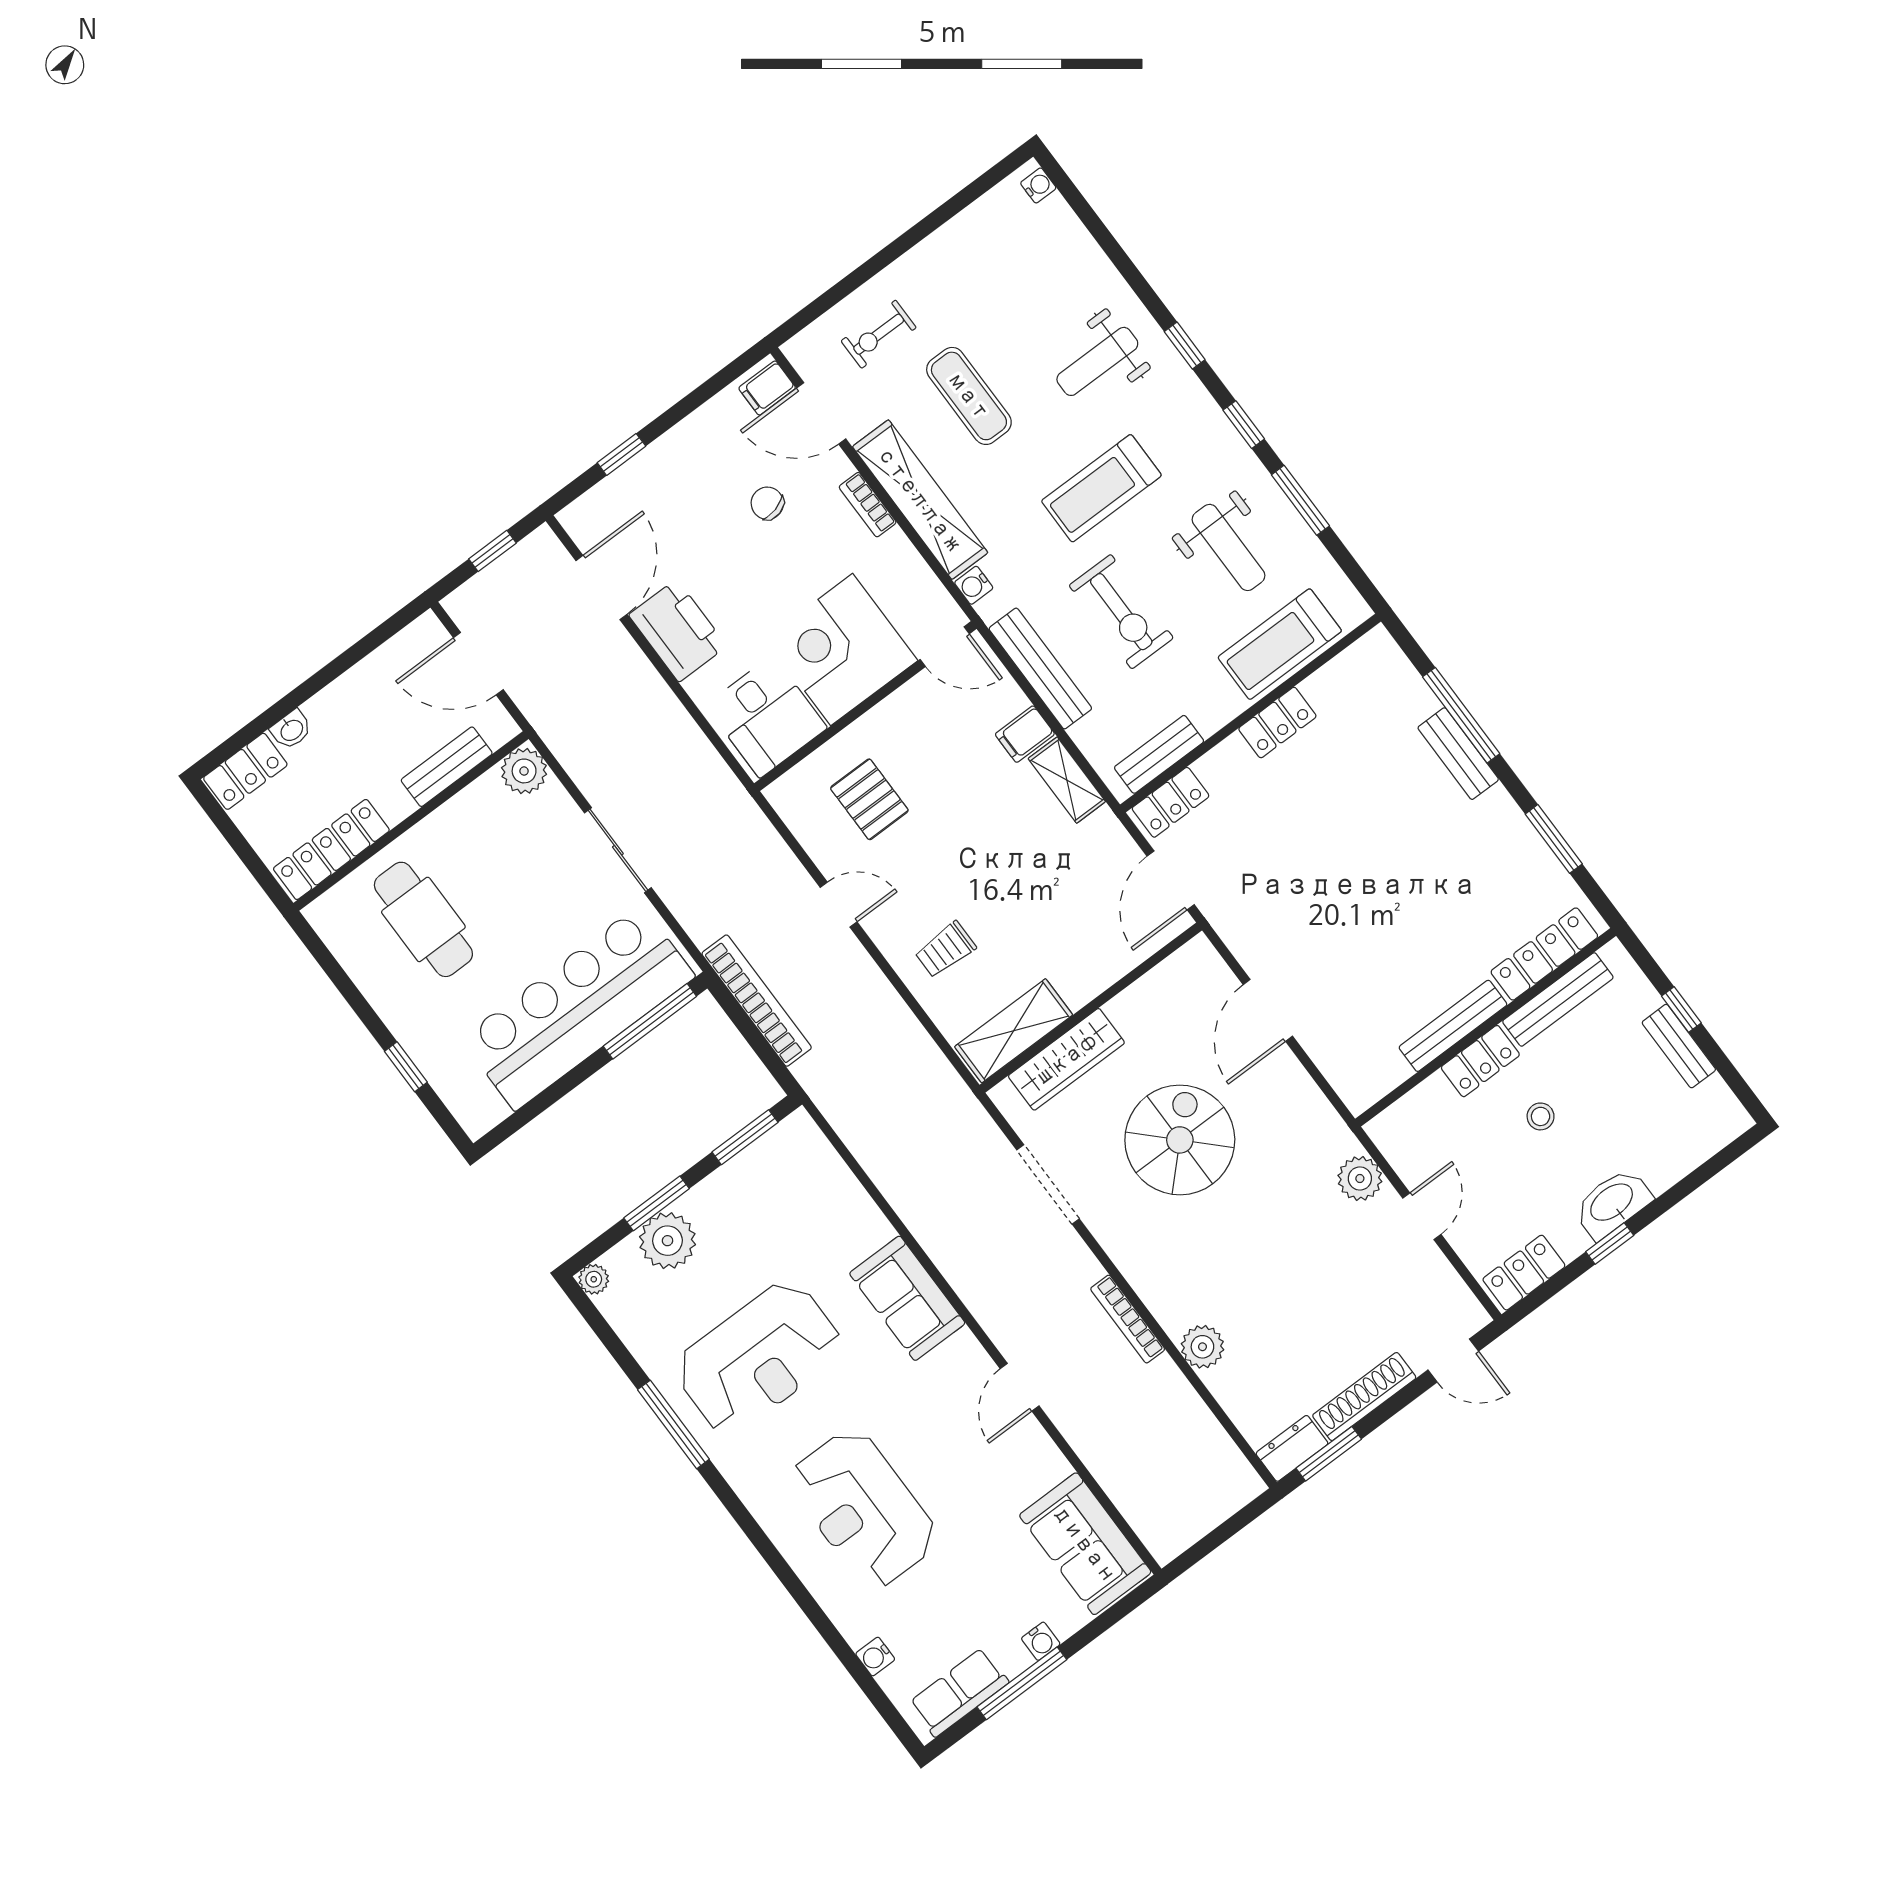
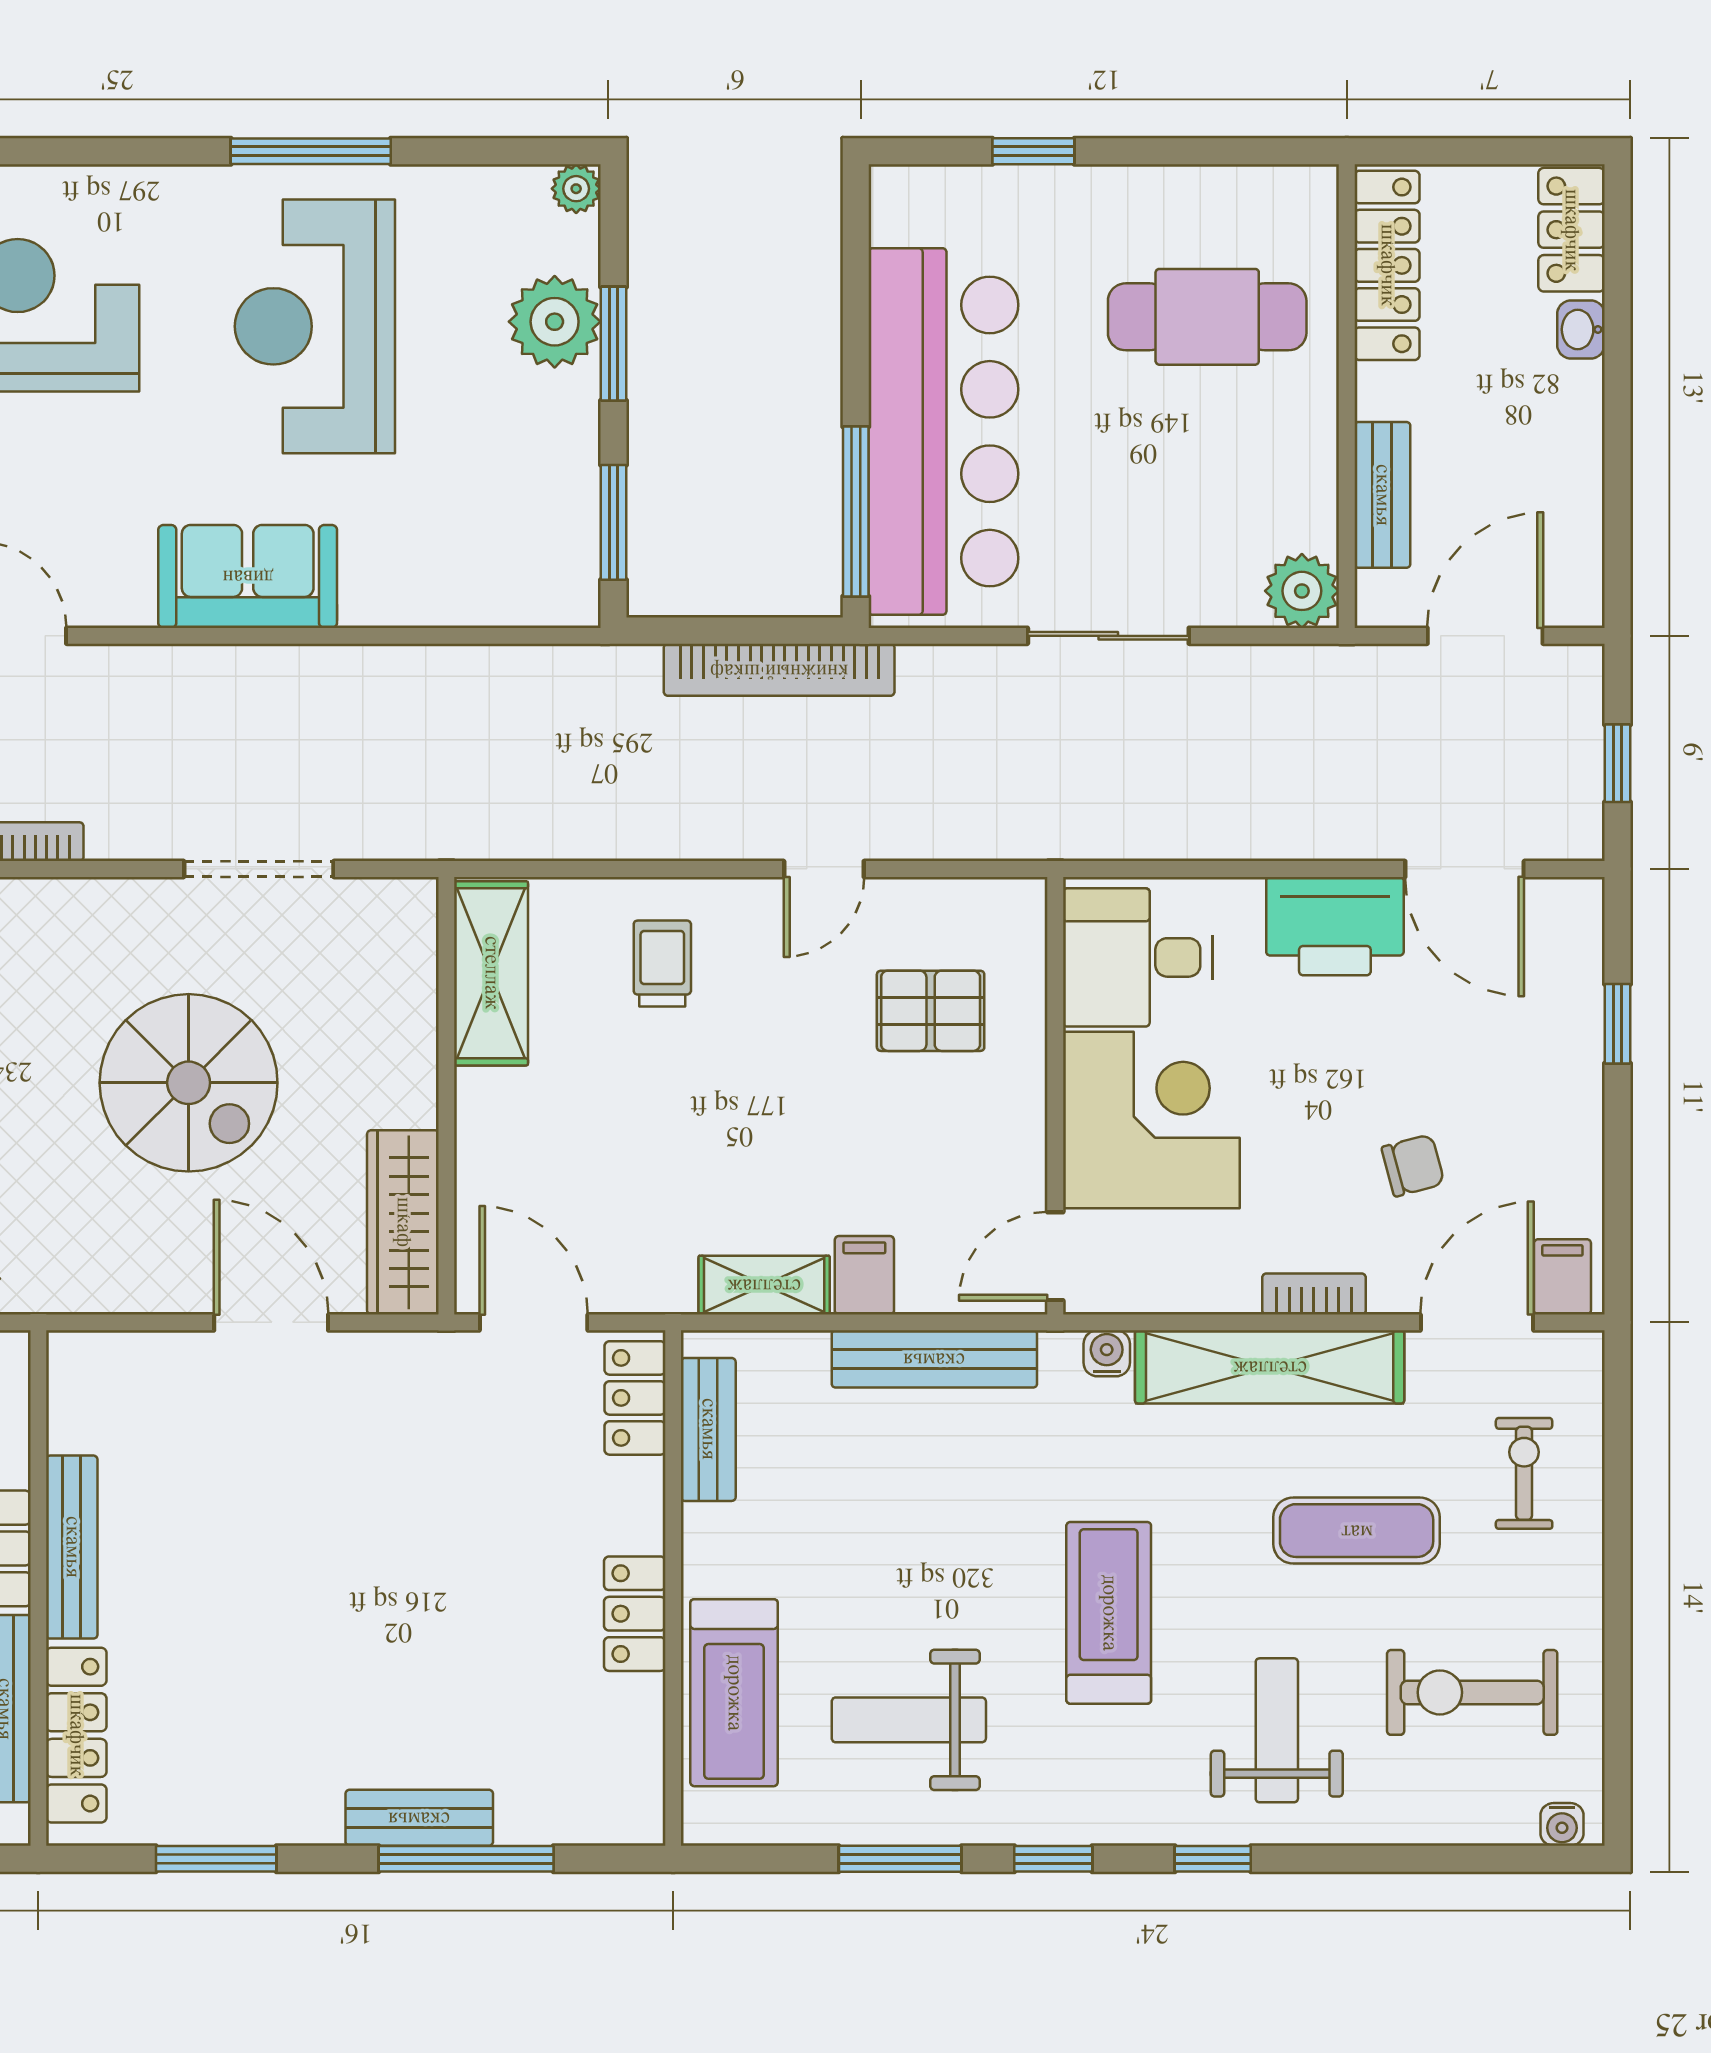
exercise bike: (1121, 612) -> (1472, 1692), moved
treadmill: (1280, 644) -> (734, 1693), turned 180
wardrobe: (1066, 1059) -> (403, 1222), moved

